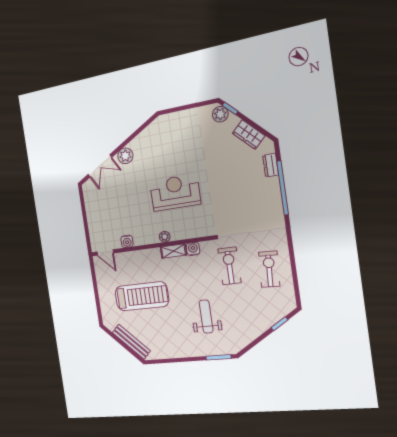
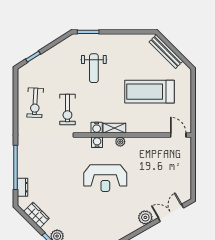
water cooler: (127, 241) -> (97, 142), moved

